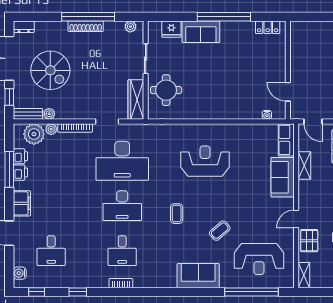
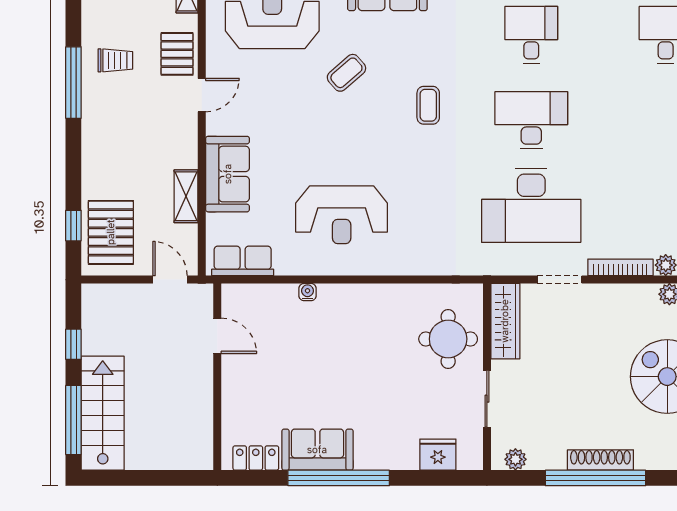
sofa: (201, 32) -> (317, 450), moved
water cooler: (267, 115) -> (308, 292), moved
row of seats: (286, 140) -> (243, 261), moved, turned -90
desk: (122, 161) -> (531, 205), turned 180
reception desk: (205, 161) -> (342, 215), moved

